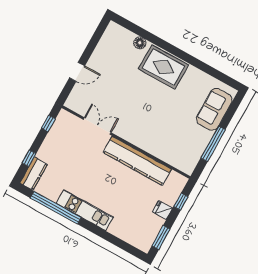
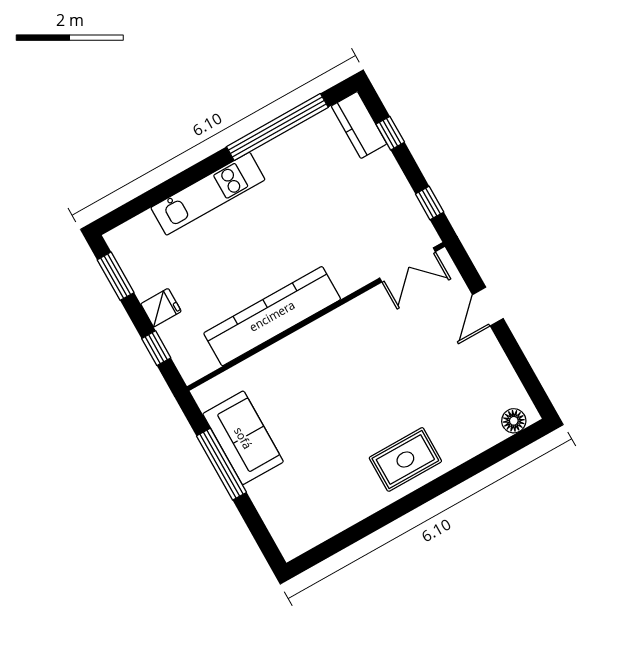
floor lamp: (140, 43) -> (514, 421), moved
rug: (163, 67) -> (405, 459), width x0.73, depth x0.70
sofa: (214, 109) -> (243, 438), moved
double door: (97, 126) -> (408, 265), moved
kitchen unit: (85, 210) -> (208, 194), moved

